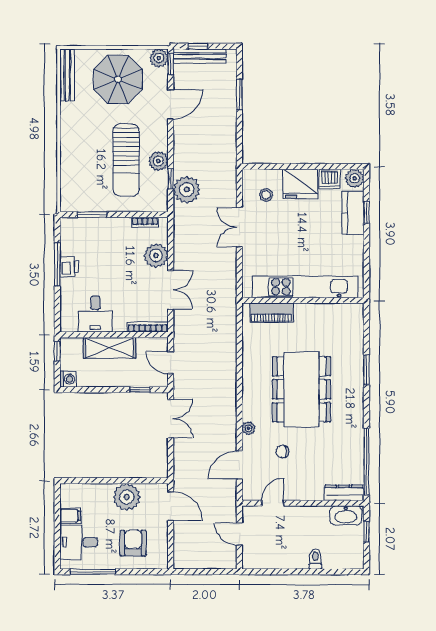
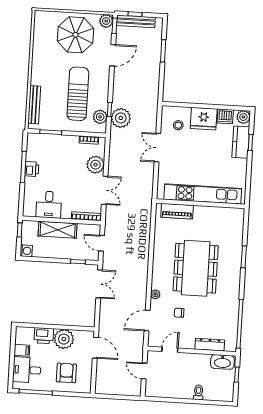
bench: (67, 75) -> (34, 105), moved
sun lounger: (126, 160) -> (78, 94), turned 180
plant: (158, 161) -> (100, 117), moved
dresser: (344, 493) -> (210, 345), moved
printer: (99, 494) -> (44, 336), added

